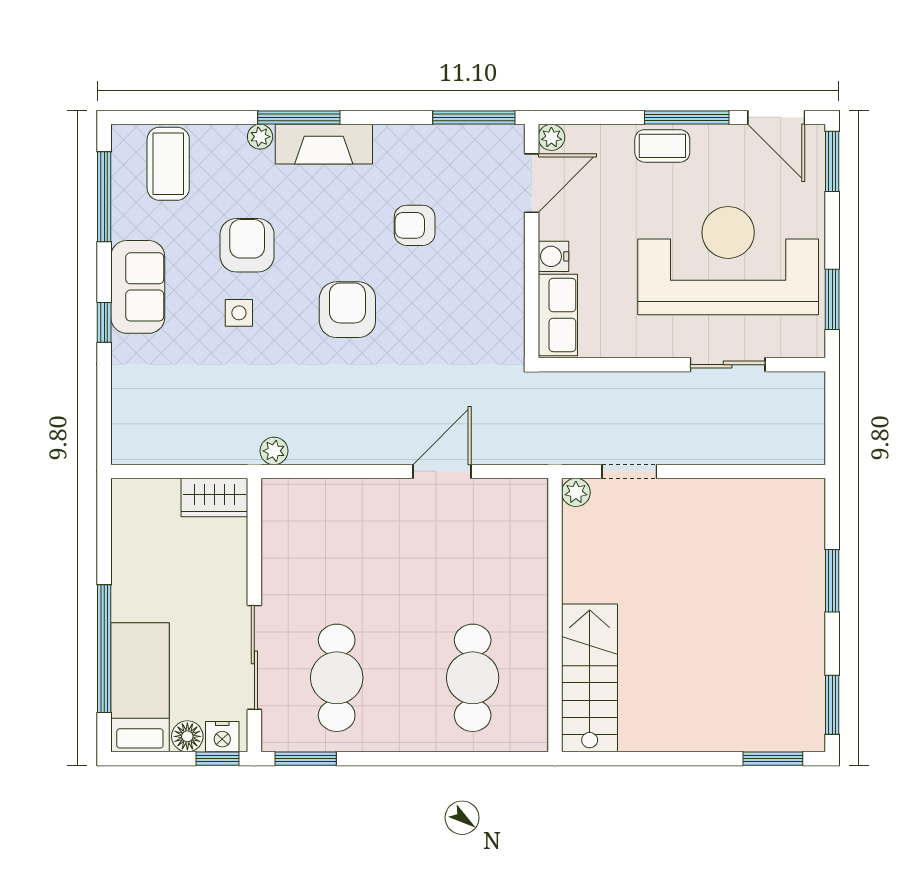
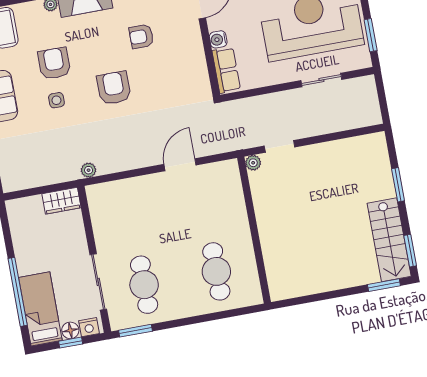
stairs: (590, 678) -> (389, 240), moved, turned 180
window: (218, 759) -> (71, 343), moved

